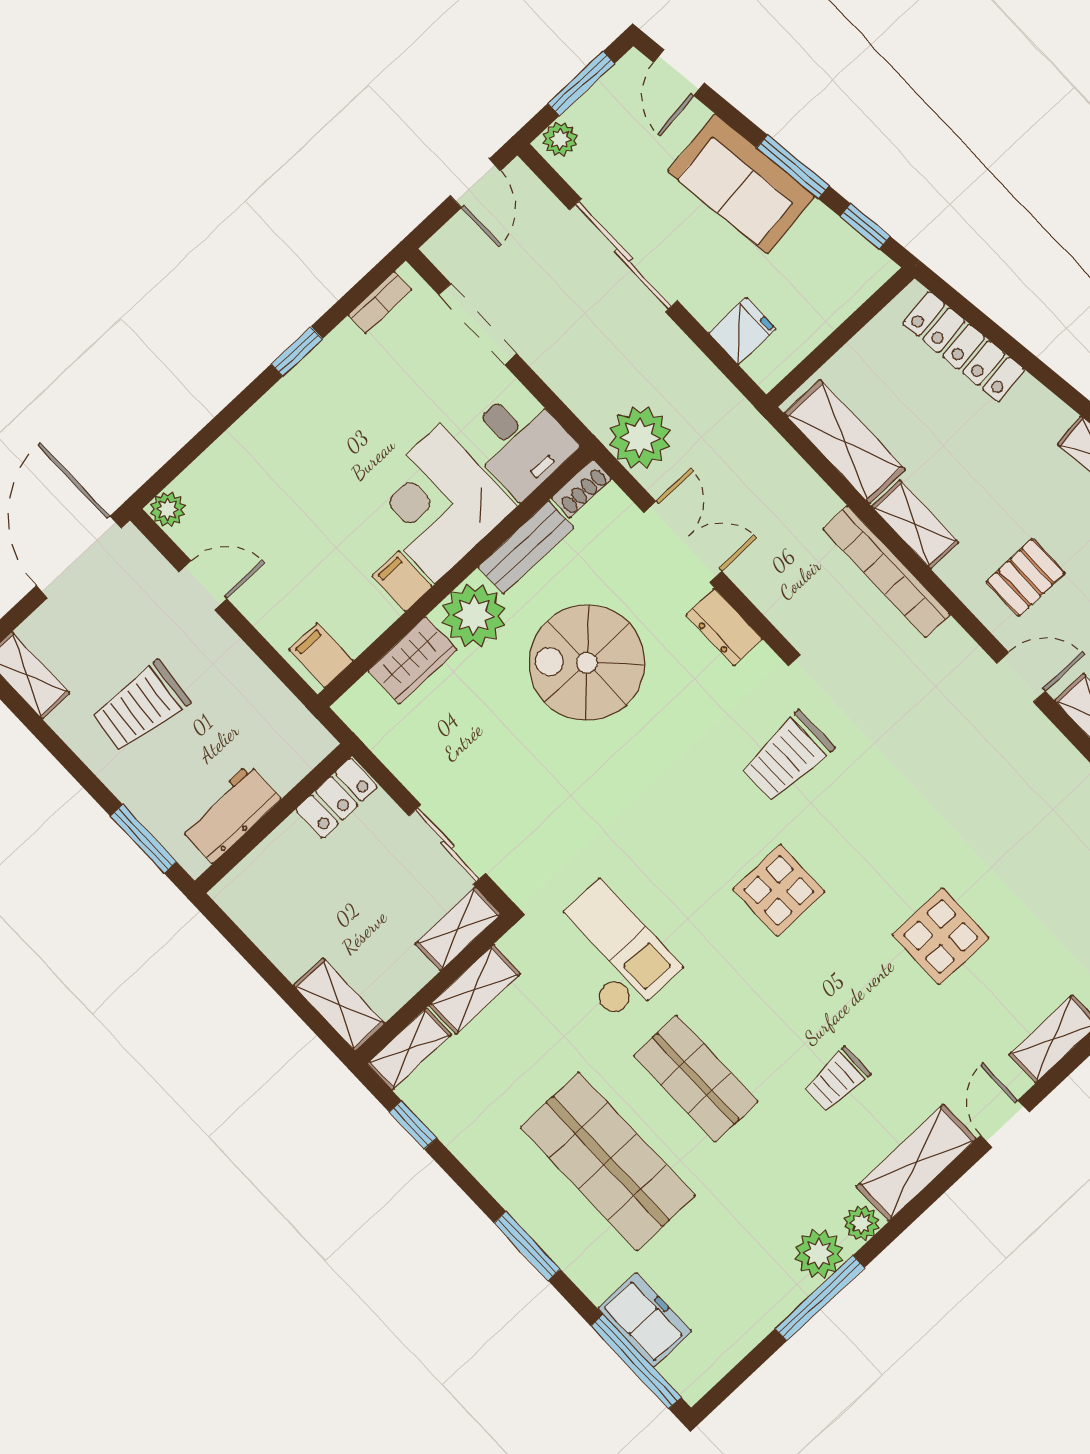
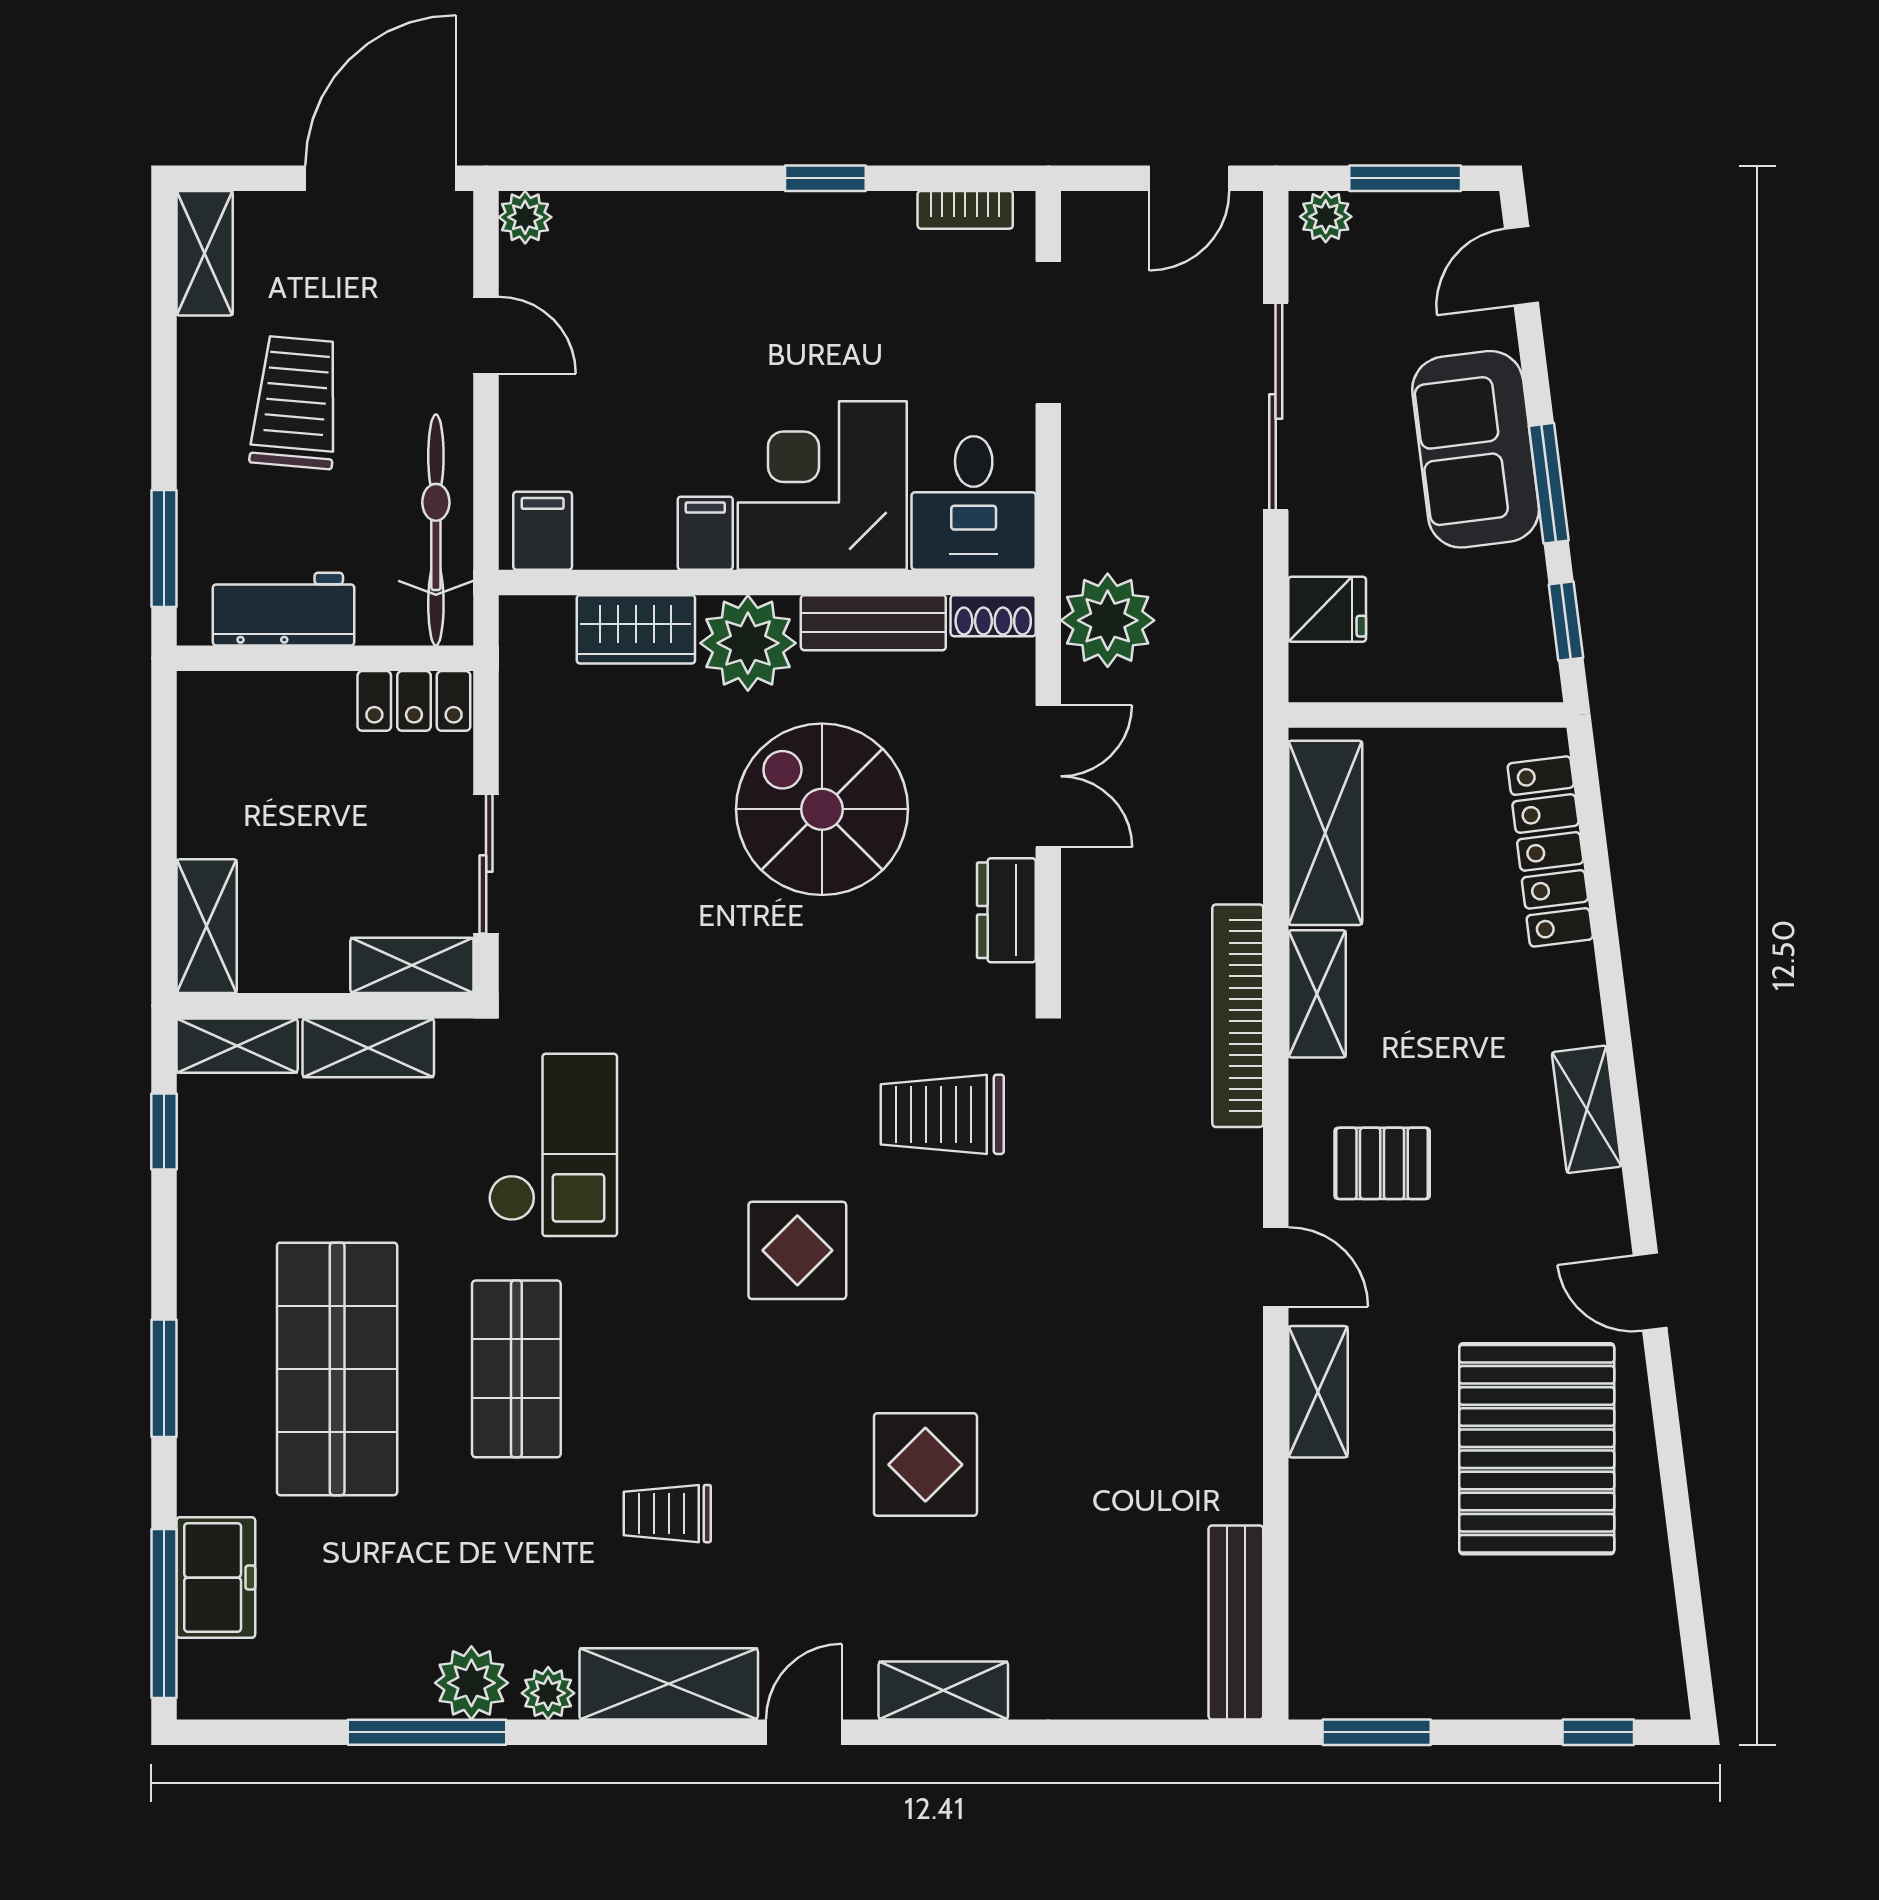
bicycle: (268, 704) -> (436, 530), added
trolley: (141, 706) -> (296, 402), turned 89

